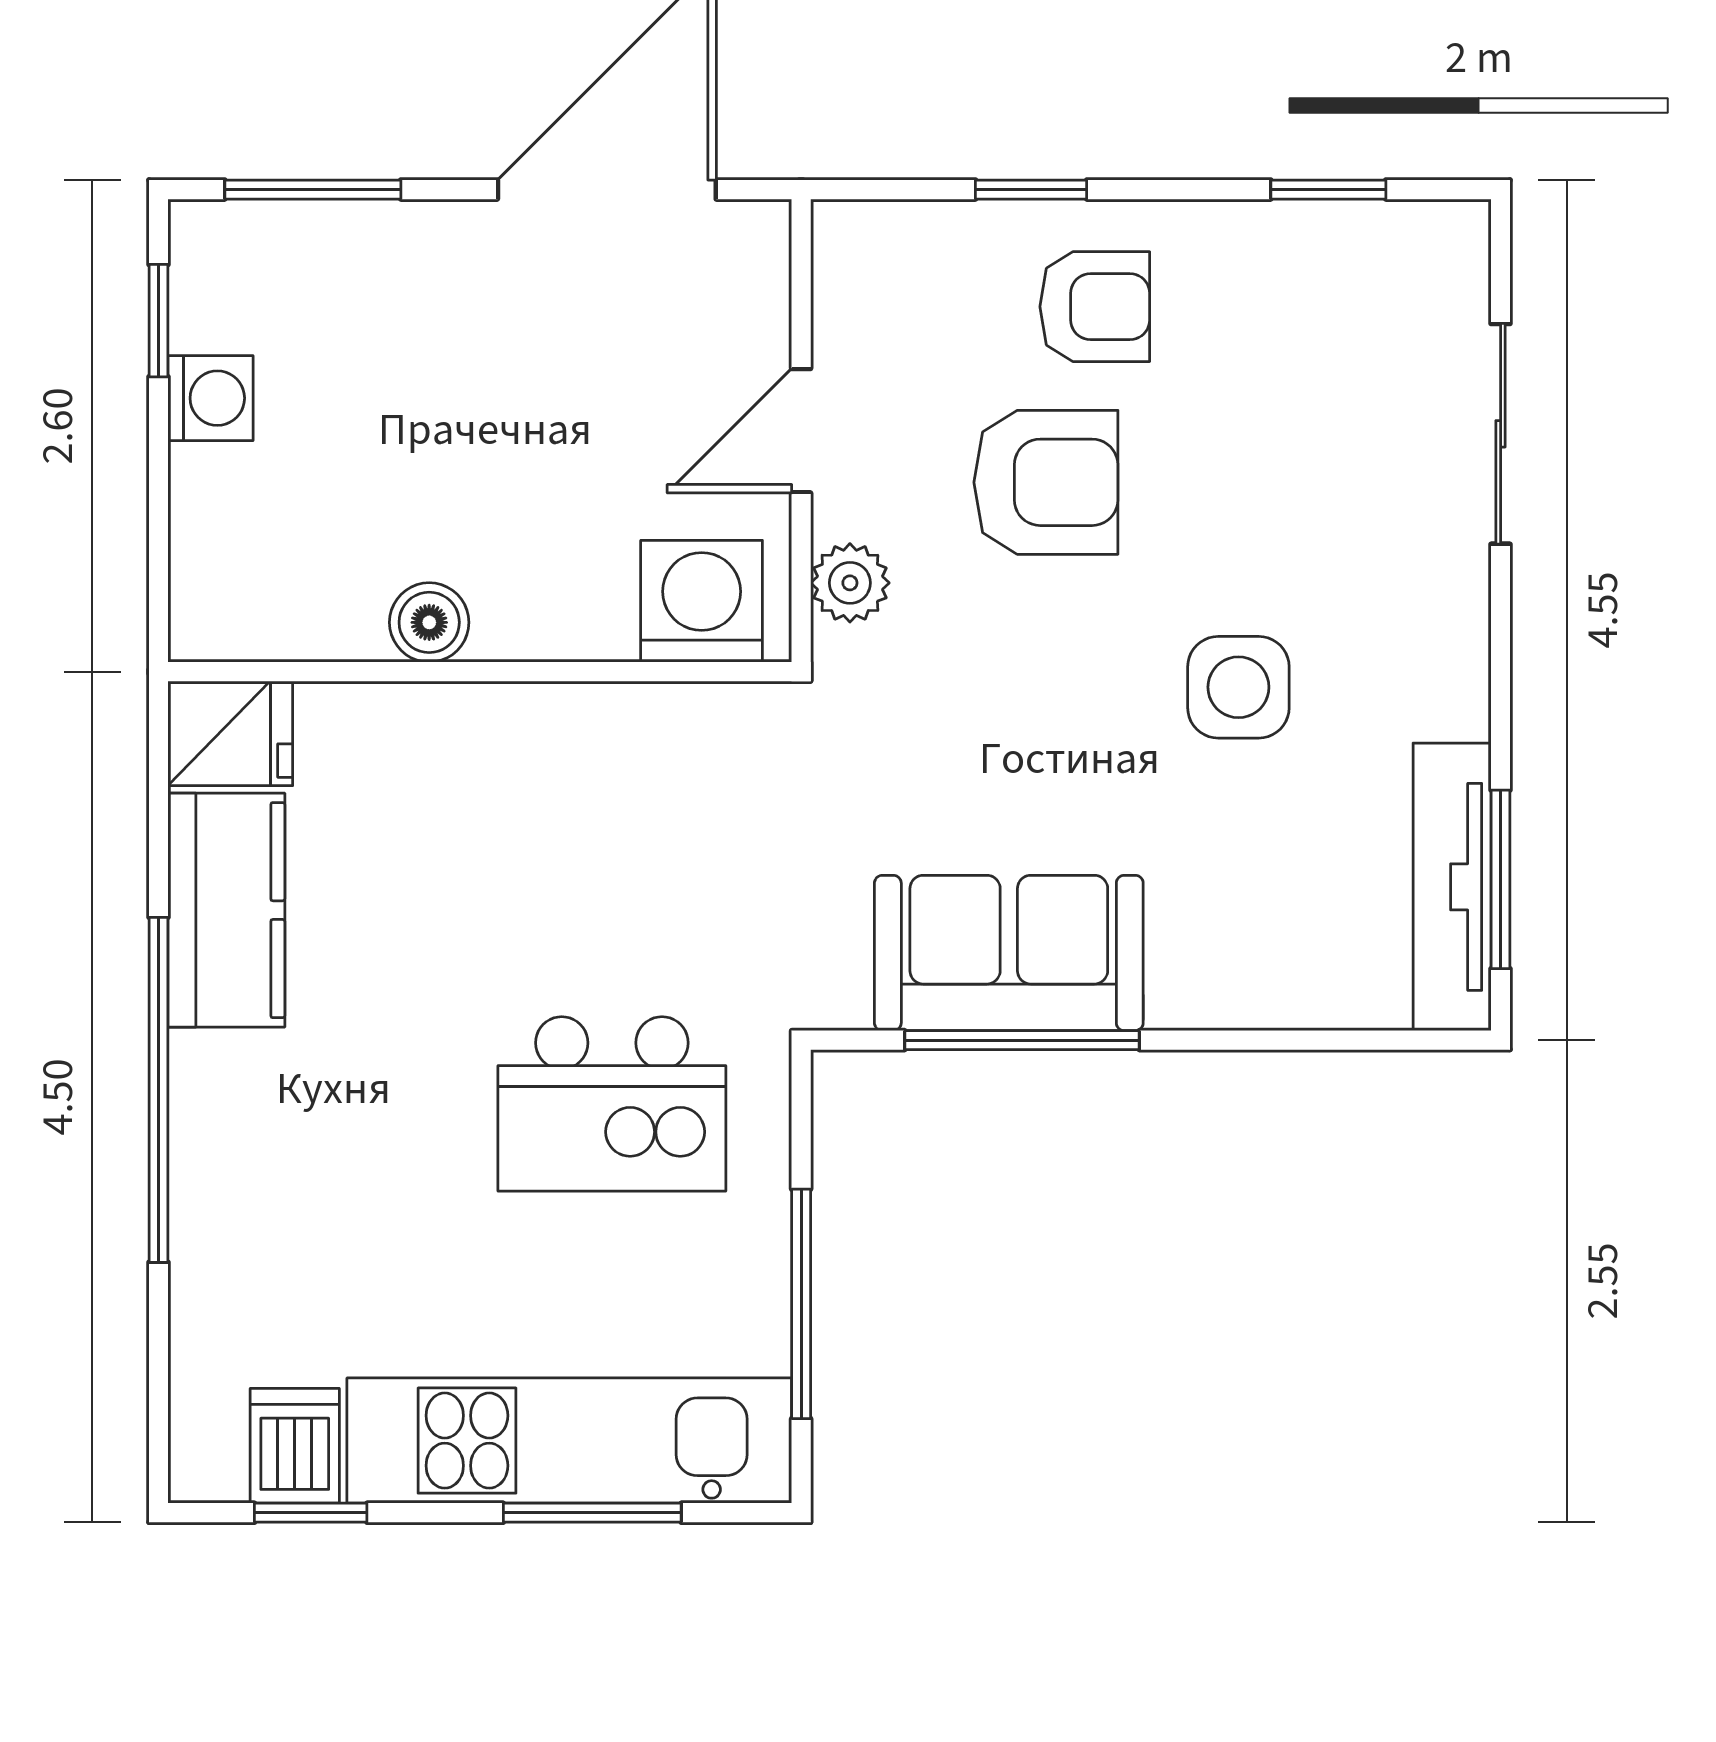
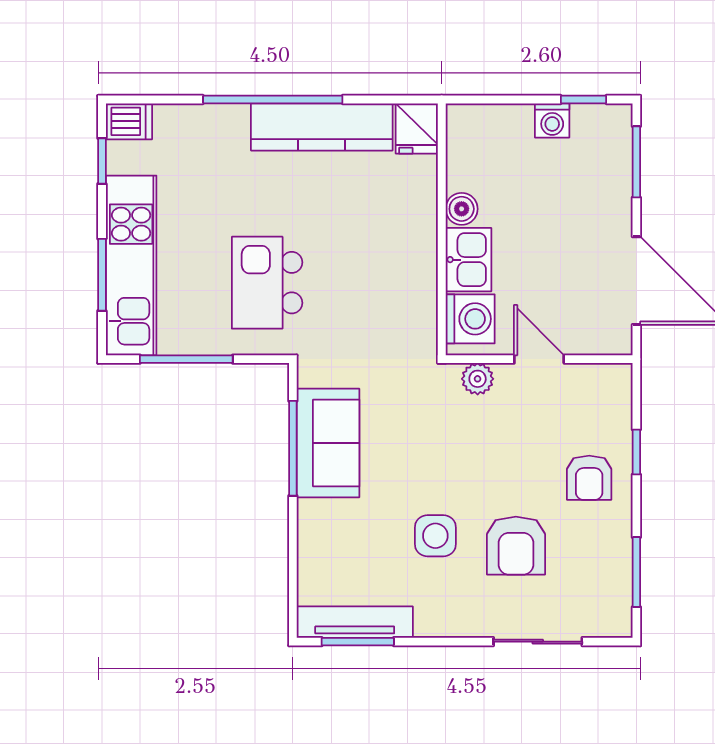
window: (1328, 190) -> (636, 572), width x1.50
armchair: (1046, 482) -> (516, 546), moved
kitchen sink: (555, 605) -> (468, 260), added
kitchen counter: (226, 910) -> (322, 127), width x1.50
dishwasher: (295, 1446) -> (129, 121), moved

